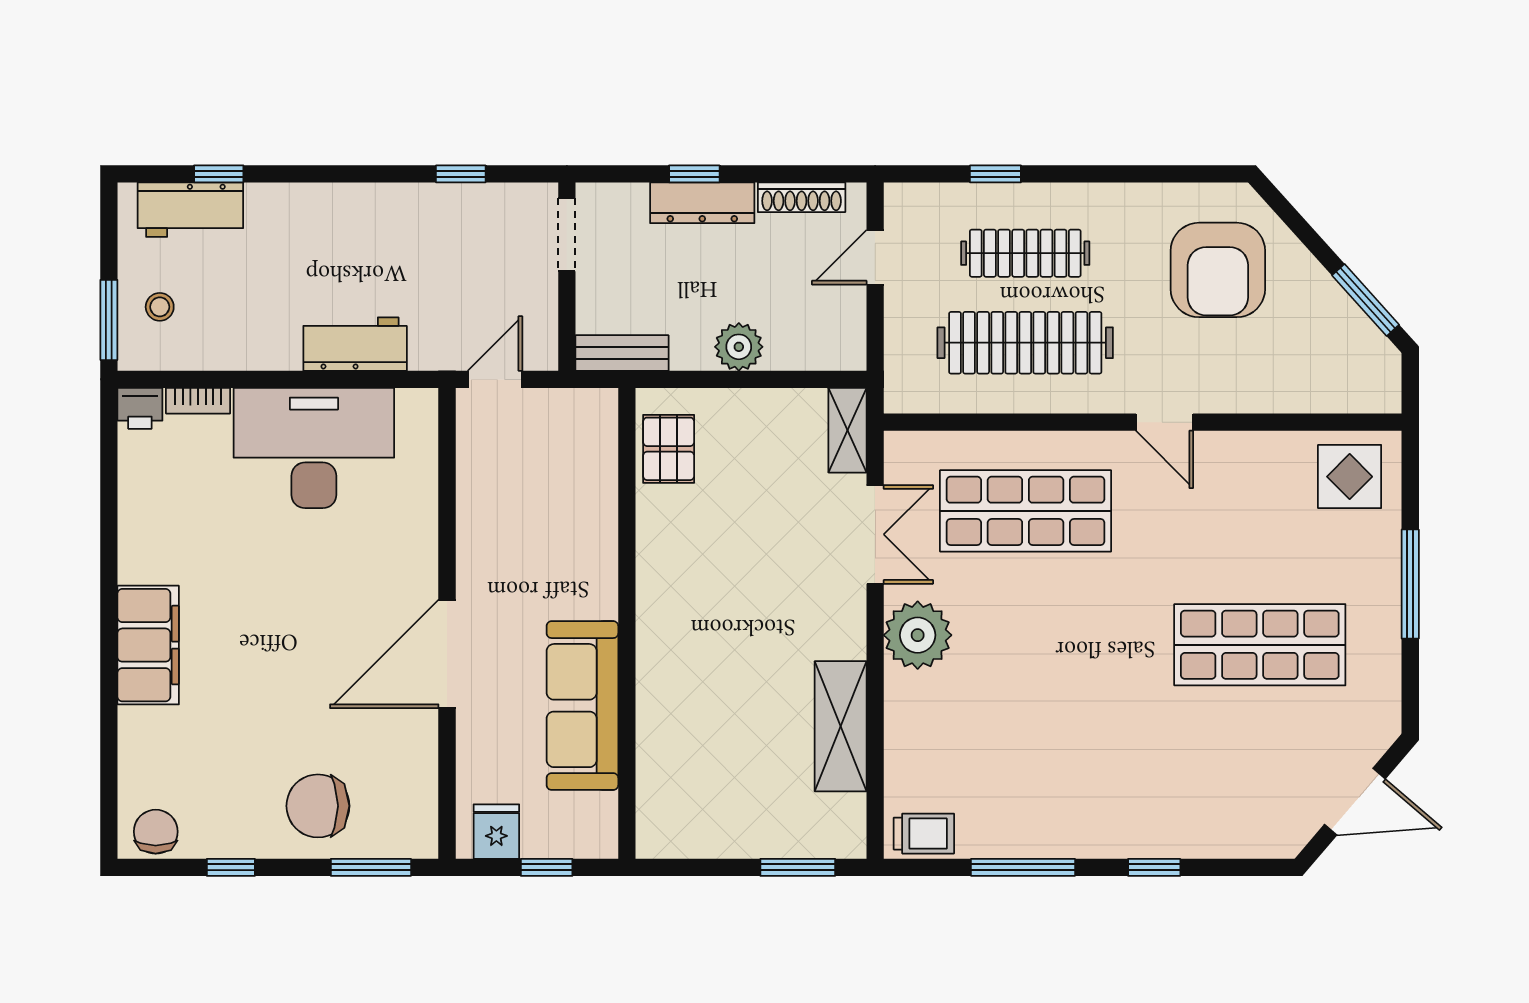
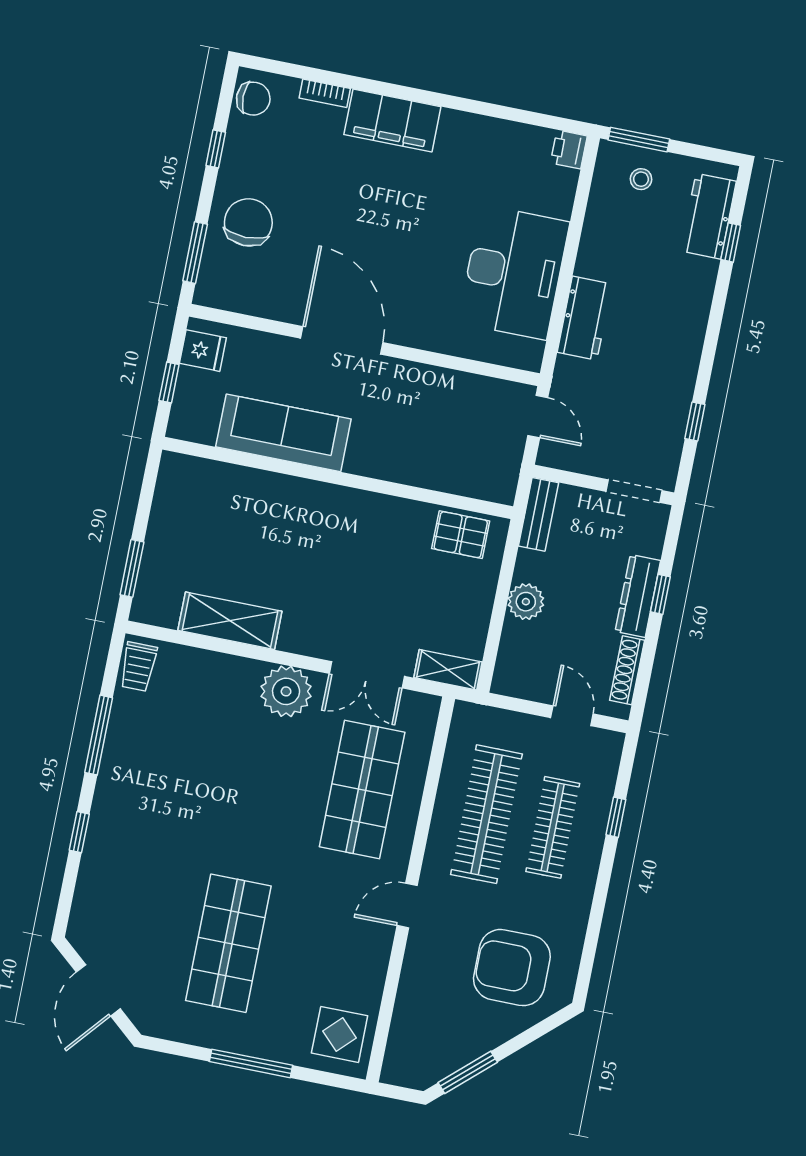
bookcase: (198, 401) -> (325, 93), moved, turned -90

